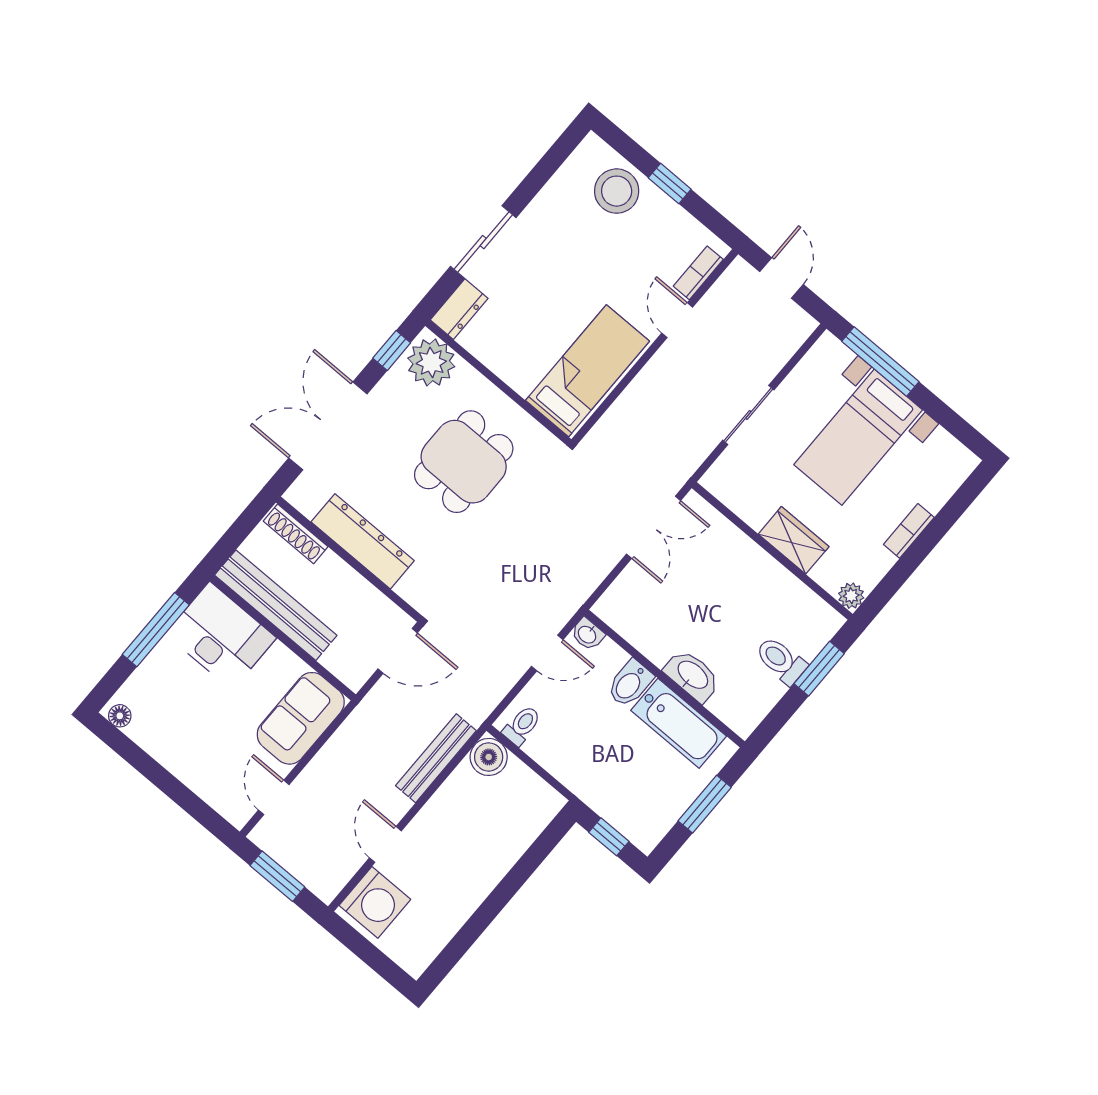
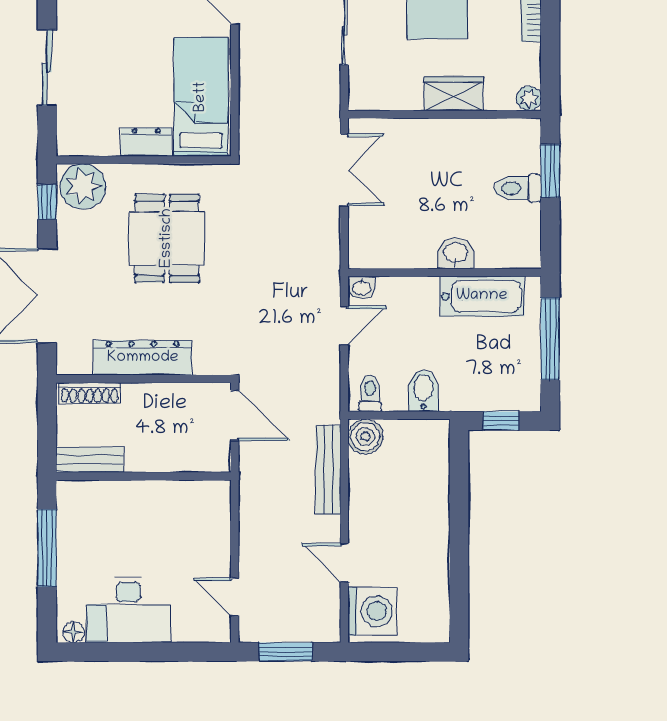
dresser: (459, 309) -> (146, 142), moved, turned -90
bench: (276, 605) -> (90, 460), width x0.54, depth x0.82
desk: (221, 636) -> (128, 610), moved, turned 180
door: (398, 651) -> (235, 415), hinge flipped
washbasin: (692, 676) -> (456, 253), width x0.72
bidet: (630, 683) -> (423, 391), moved, turned 180
sofa: (301, 718) -> (206, 523), removed
window: (705, 804) -> (550, 339), width x1.44

